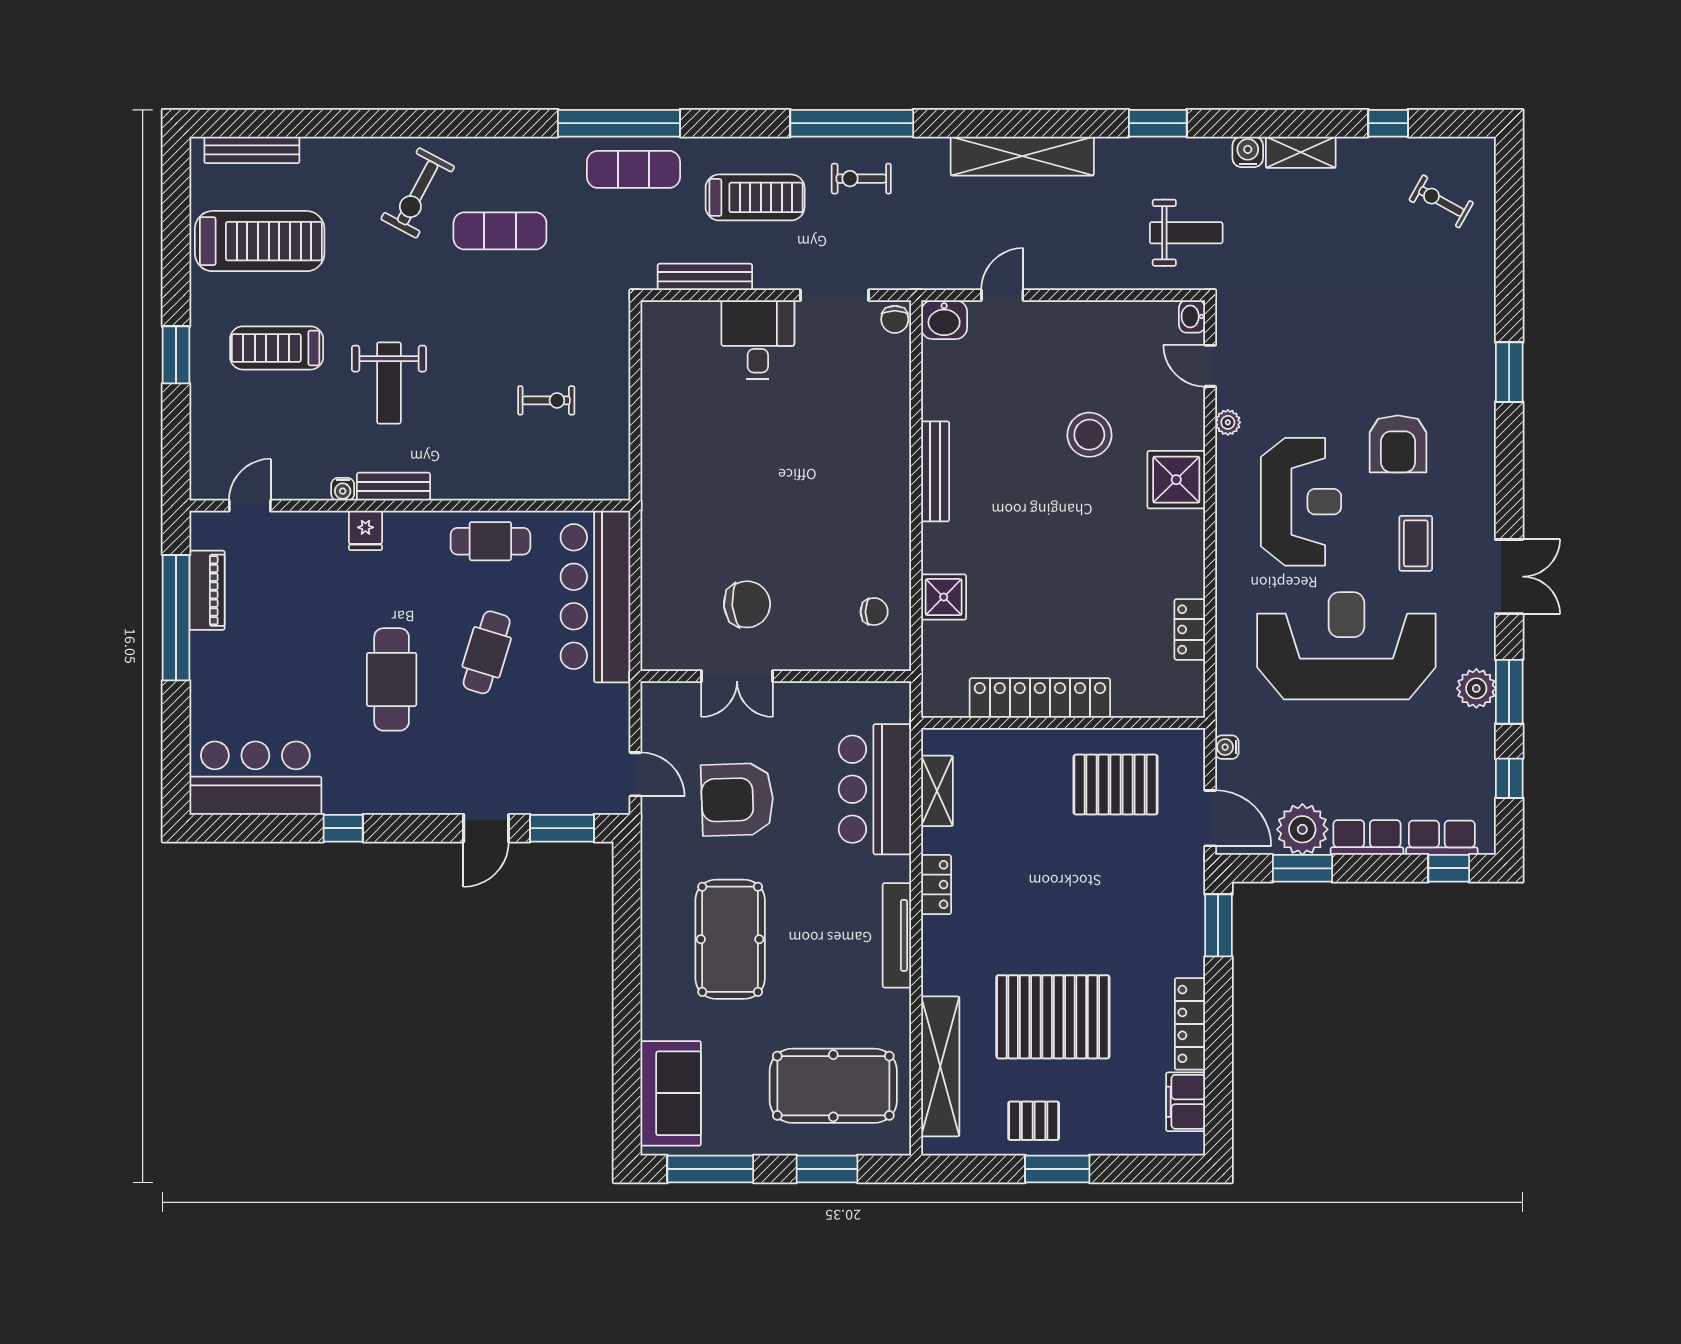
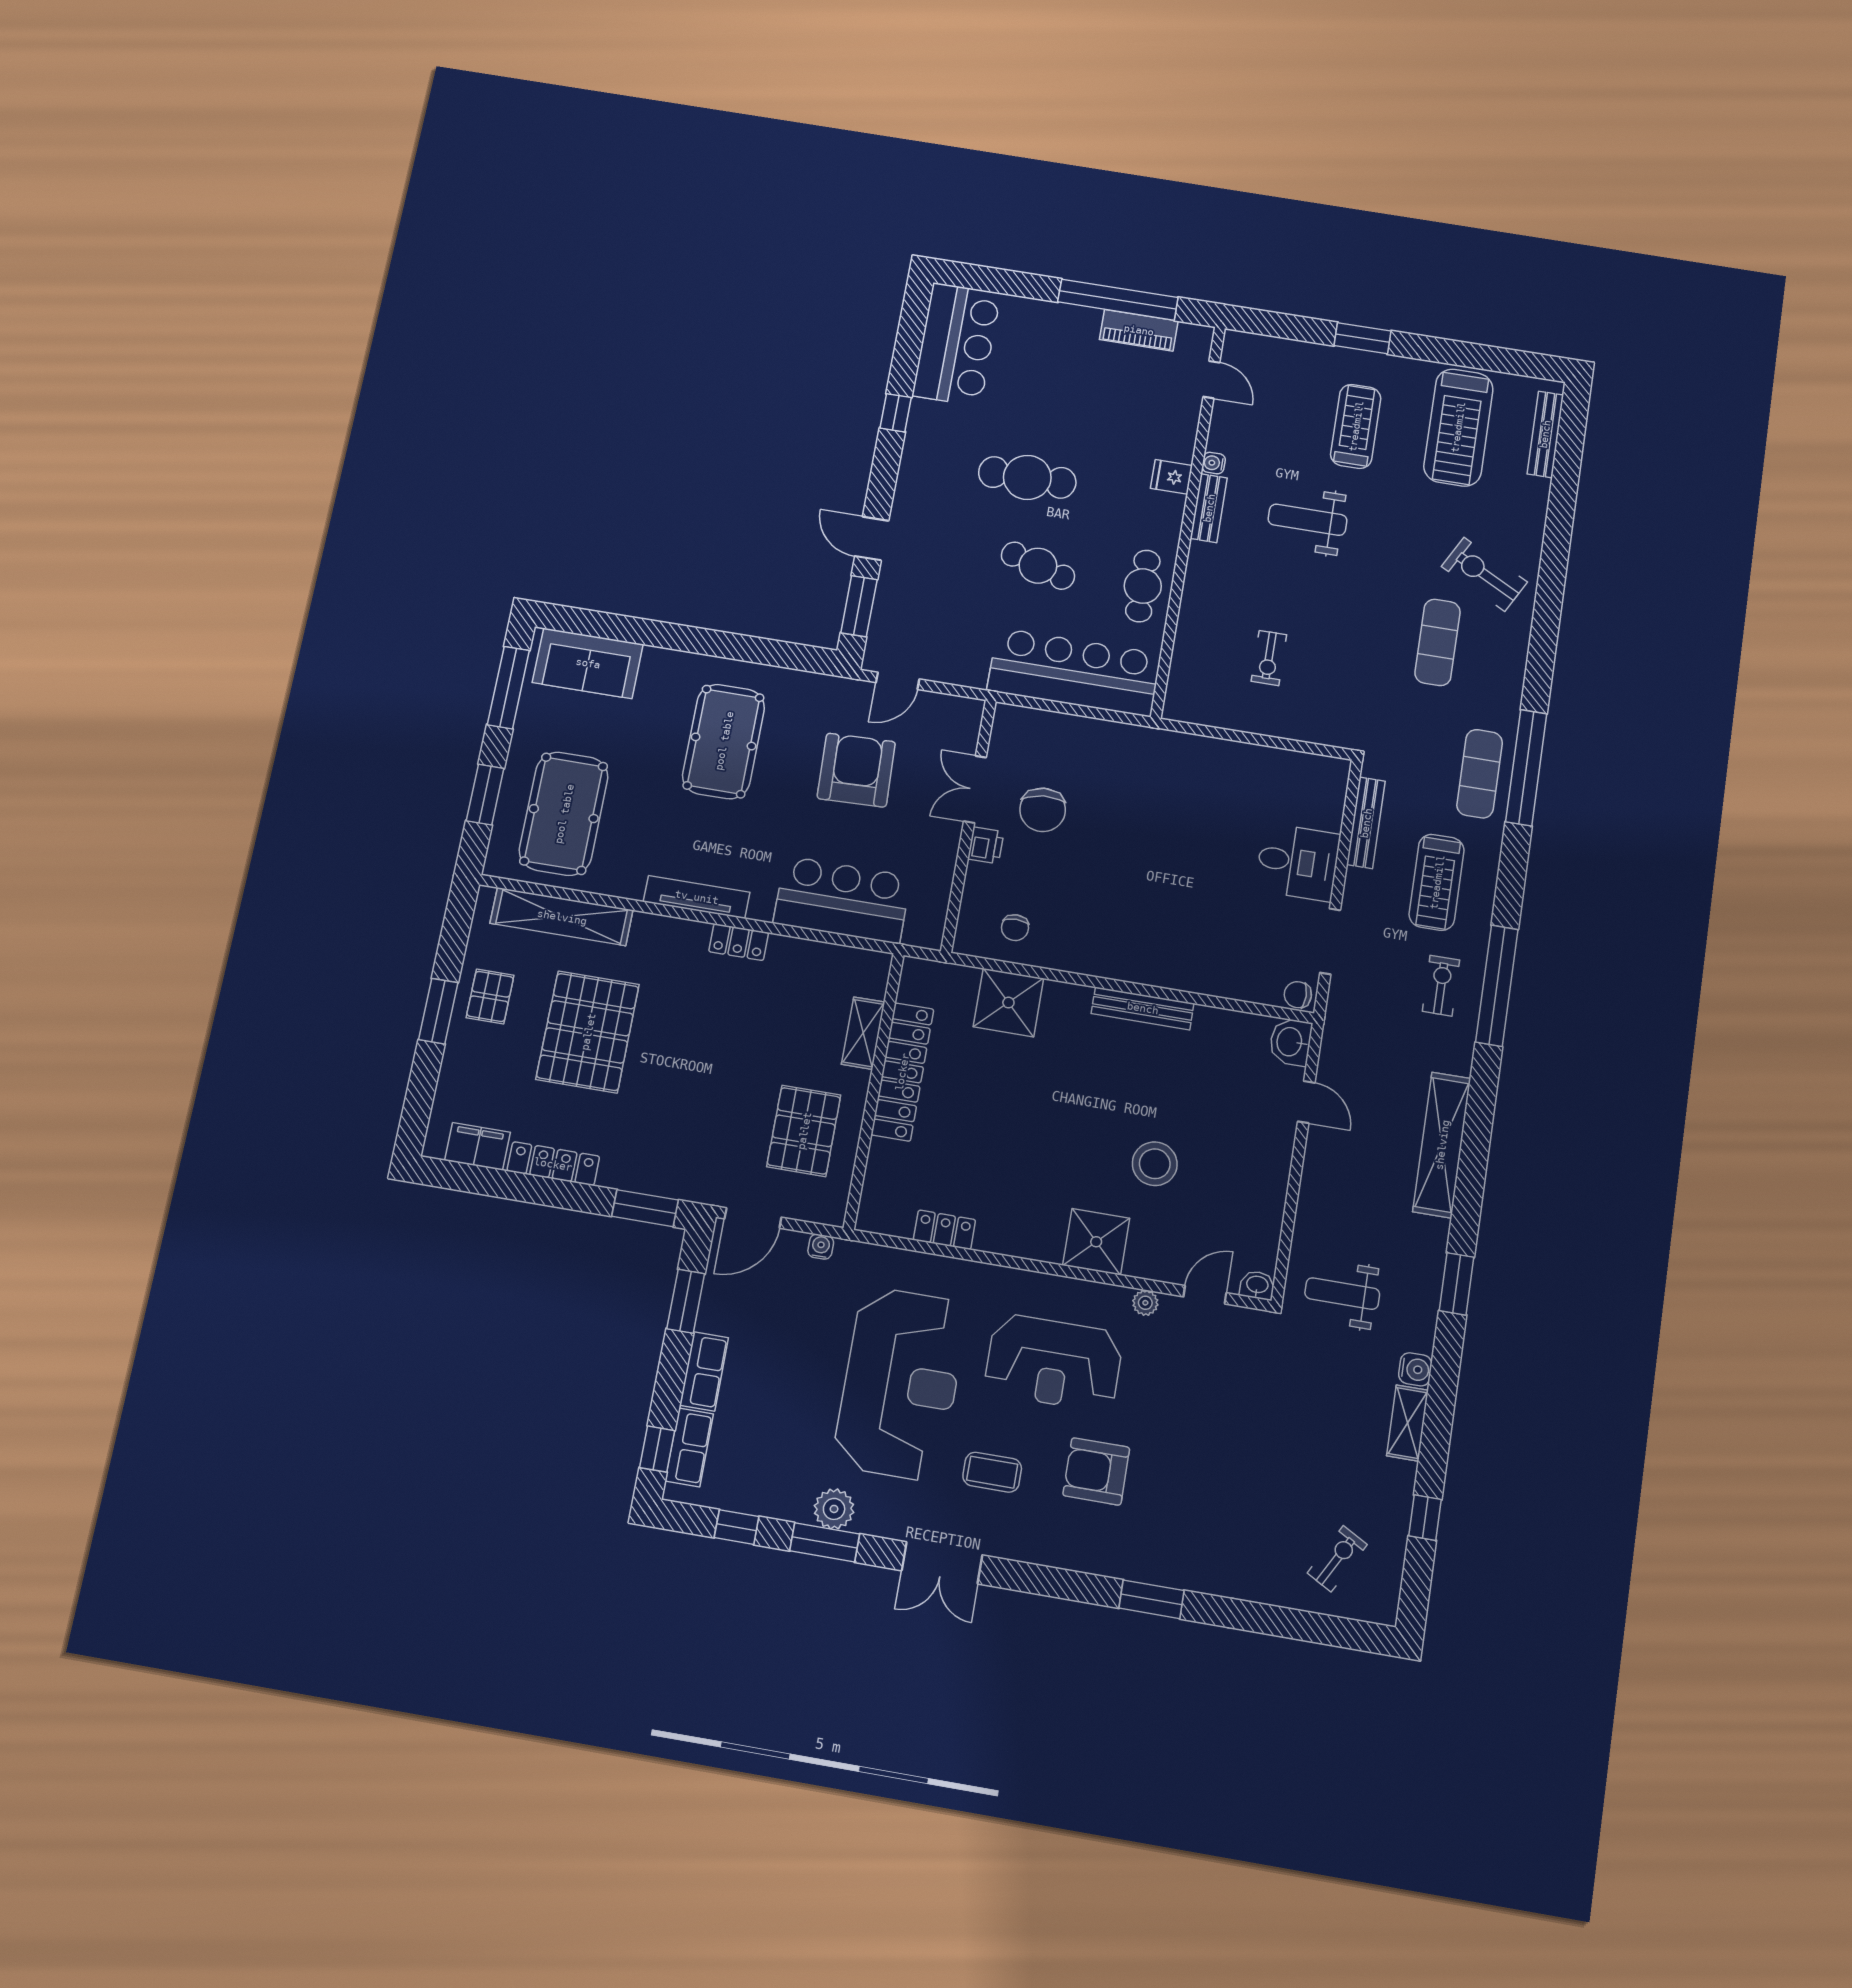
weight bench: (1186, 233) -> (1342, 1294), turned 90
shower: (944, 597) -> (1008, 1003), width x1.36, depth x1.36
printer: (794, 655) -> (986, 845), added
shelving: (937, 791) -> (863, 1033), moved, turned 90
plant: (1302, 829) -> (725, 1308), removed
pool table: (730, 939) -> (724, 741), turned 90

